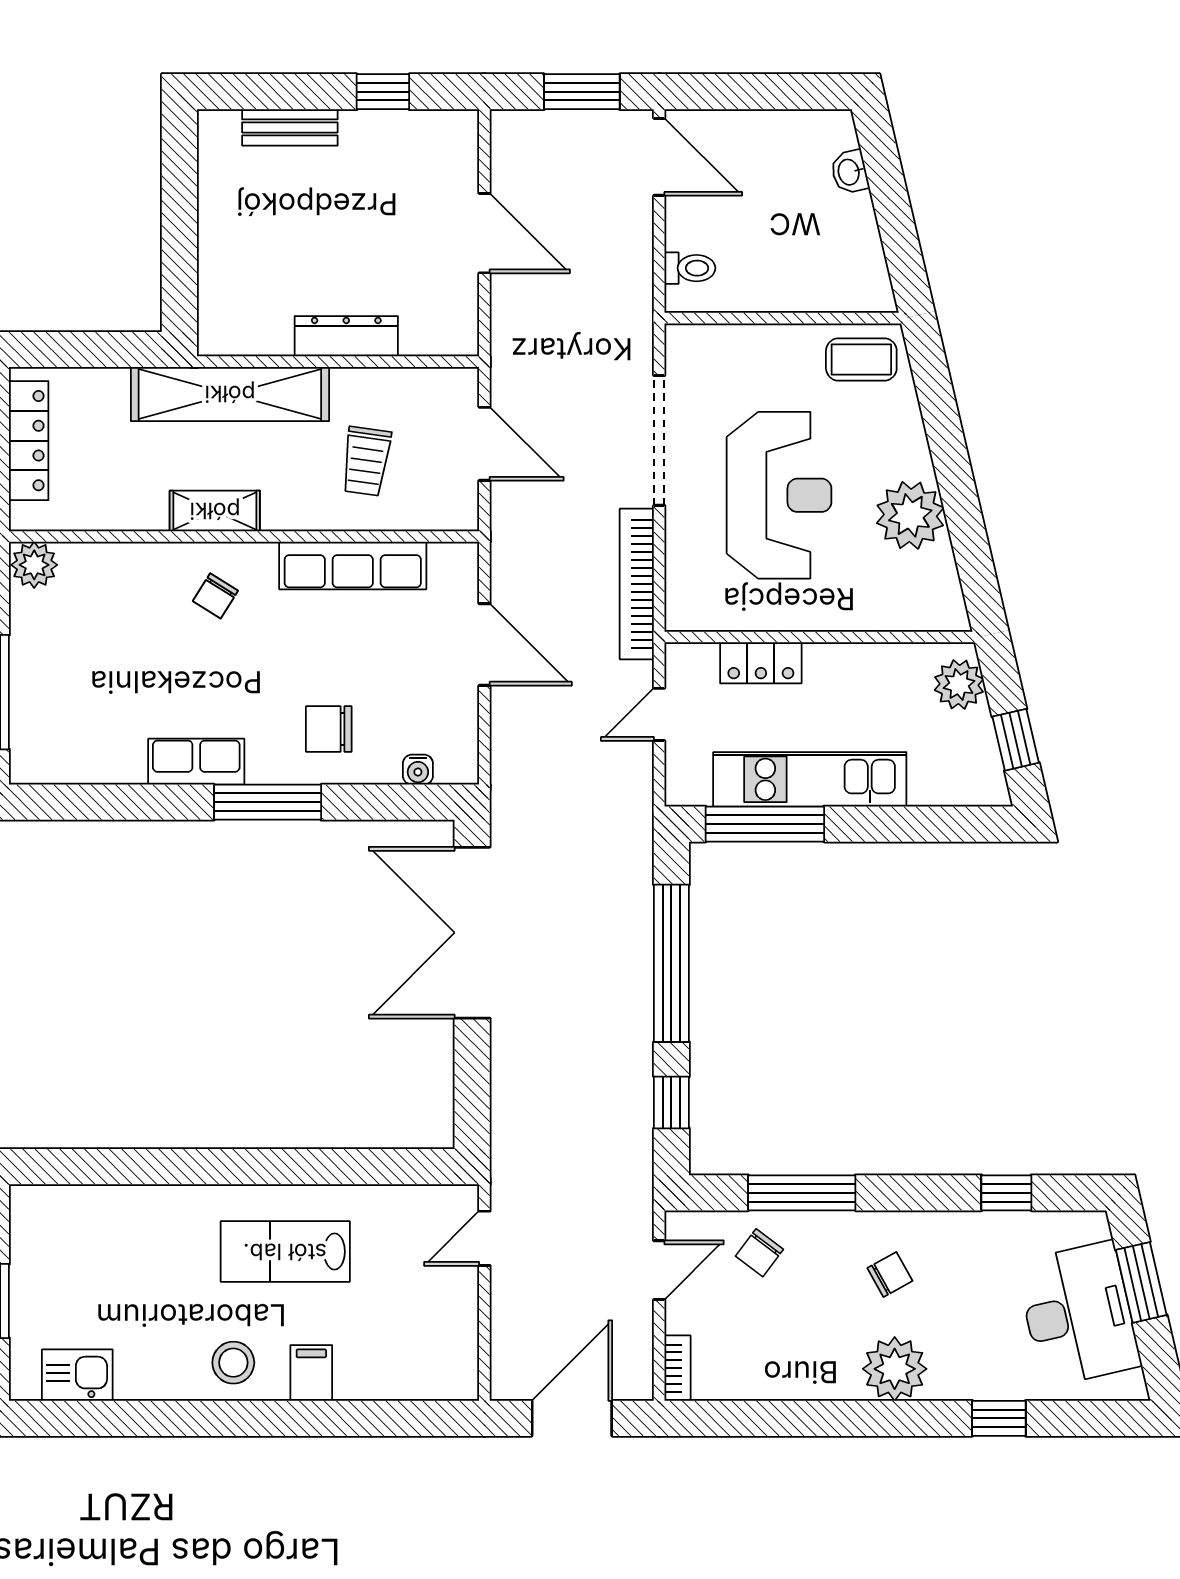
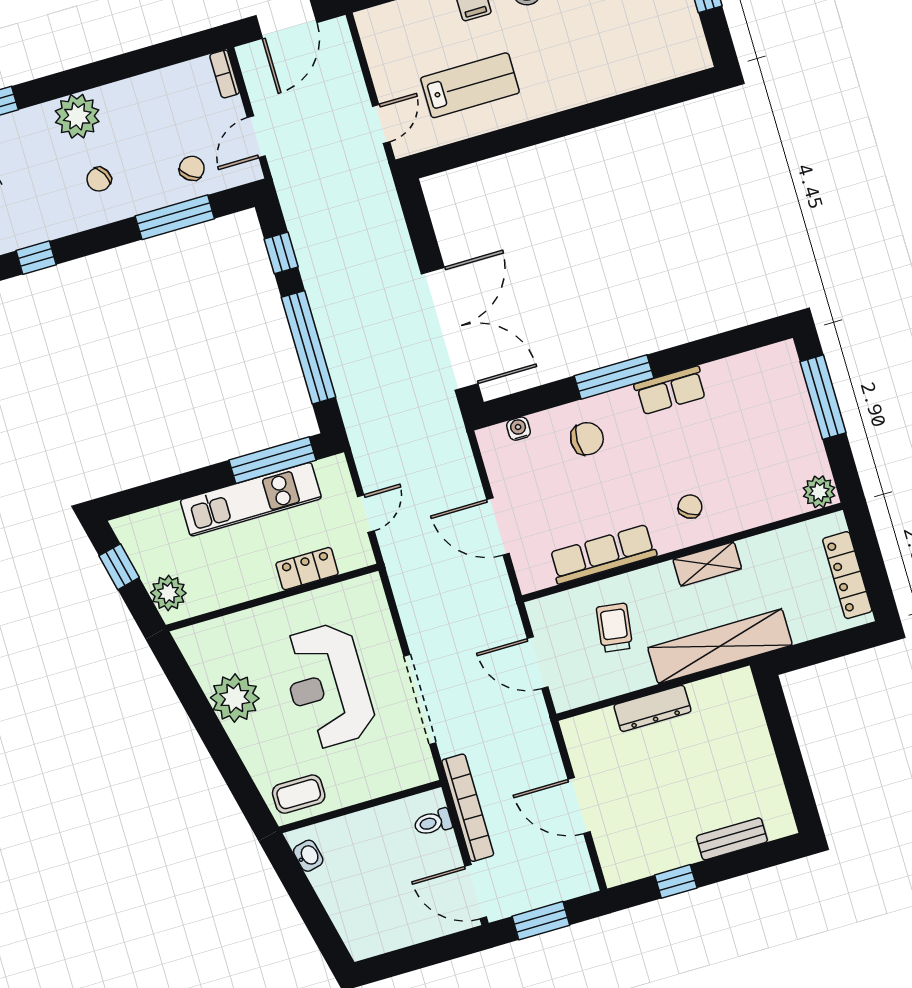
washbasin: (850, 172) -> (308, 856), moved
bookcase: (637, 584) -> (468, 808), moved
lab bench: (285, 1252) -> (470, 85), moved

